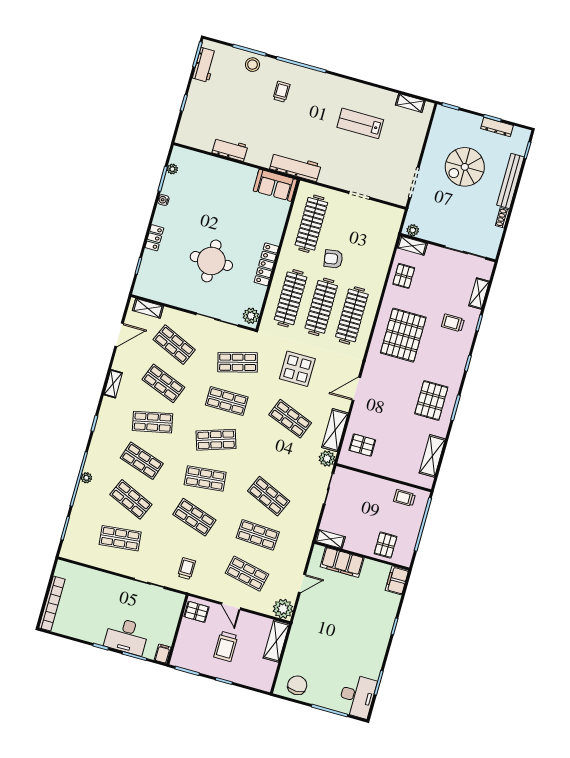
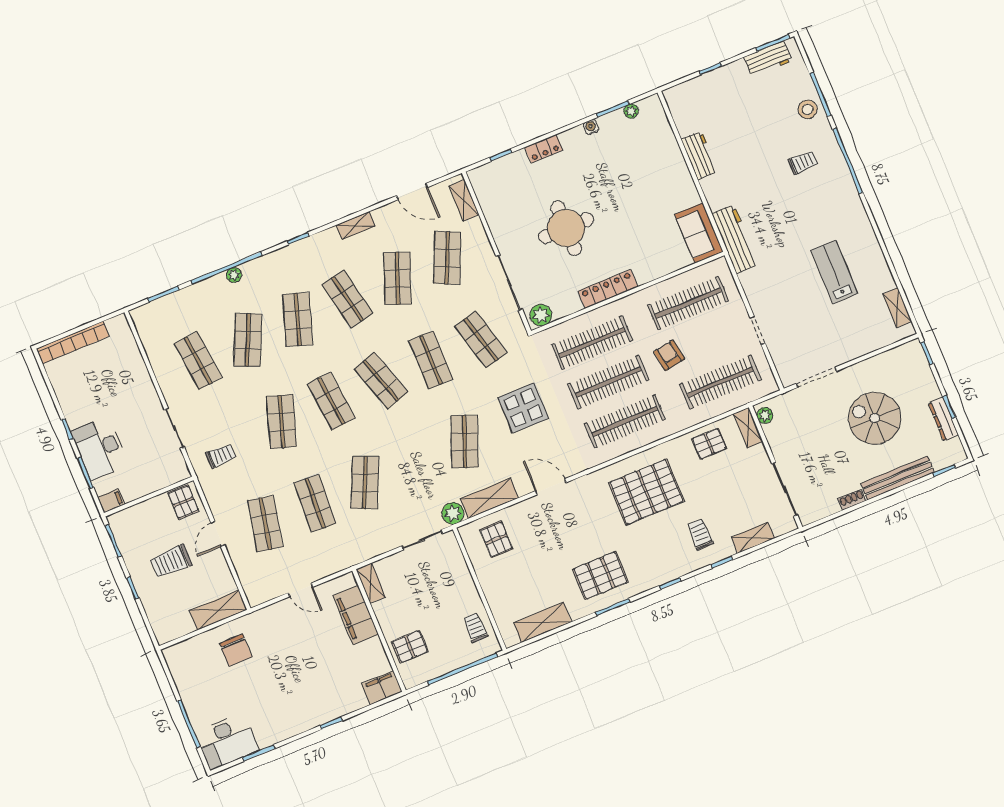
clothes rail: (373, 241) -> (721, 382), added
plant: (283, 609) -> (258, 591), removed
chair: (297, 685) -> (236, 650), moved, turned 90

